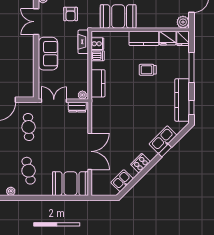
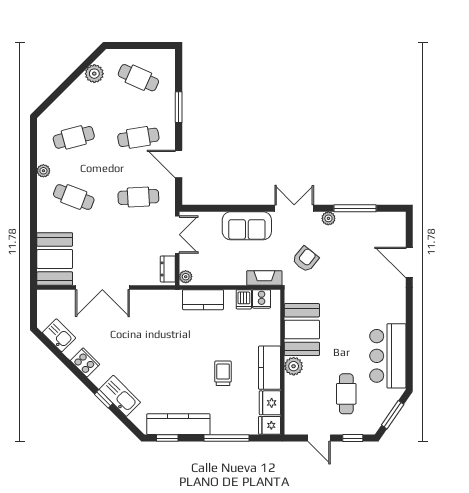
armchair: (71, 14) -> (305, 259), turned 129
plant: (183, 22) -> (294, 366), moved
cafe table: (29, 171) -> (74, 197), turned 33

